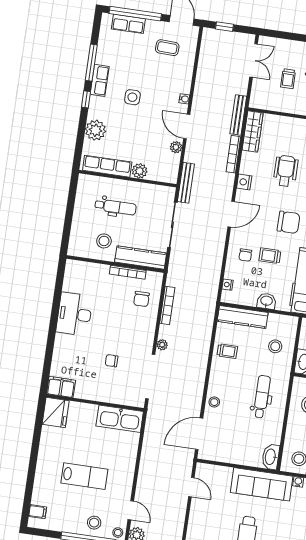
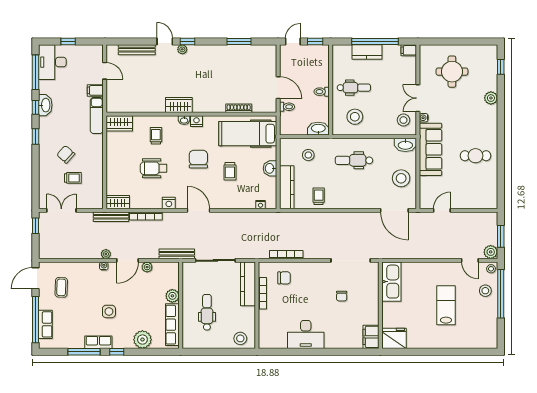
window: (224, 27) -> (36, 226), moved
wardrobe: (253, 132) -> (118, 202), width x0.67
stool: (104, 241) -> (240, 338), moved
chair: (245, 255) -> (232, 193), removed
plant: (162, 345) -> (106, 254), moved
stool: (214, 402) -> (401, 178), moved, width x1.89, depth x1.89
door: (131, 510) -> (470, 260), swing flipped
filing cabinet: (38, 512) -> (483, 341), removed

